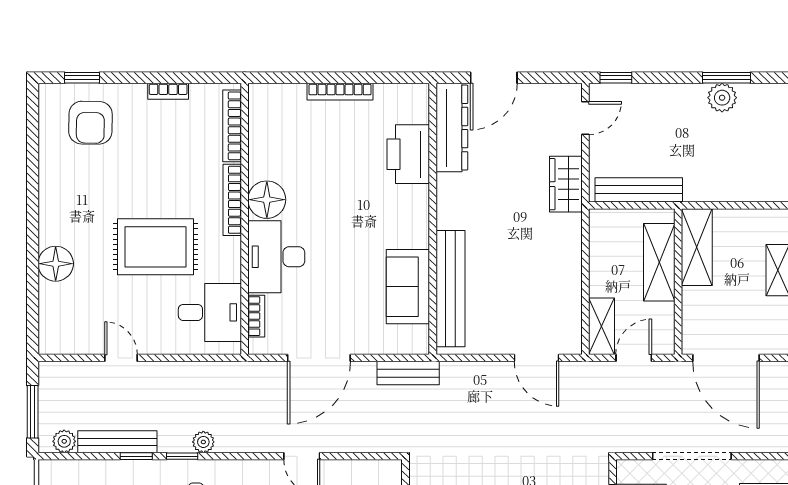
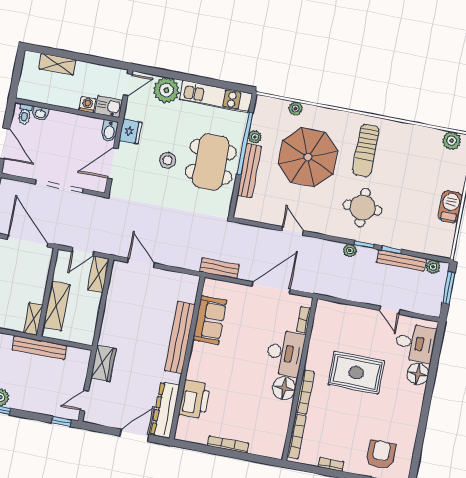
bench: (639, 190) -> (39, 348), moved
shelving: (697, 247) -> (33, 319), width x0.67, depth x0.75
bench: (451, 289) -> (180, 338), moved
desk: (210, 312) -> (415, 343), moved, turned 180

